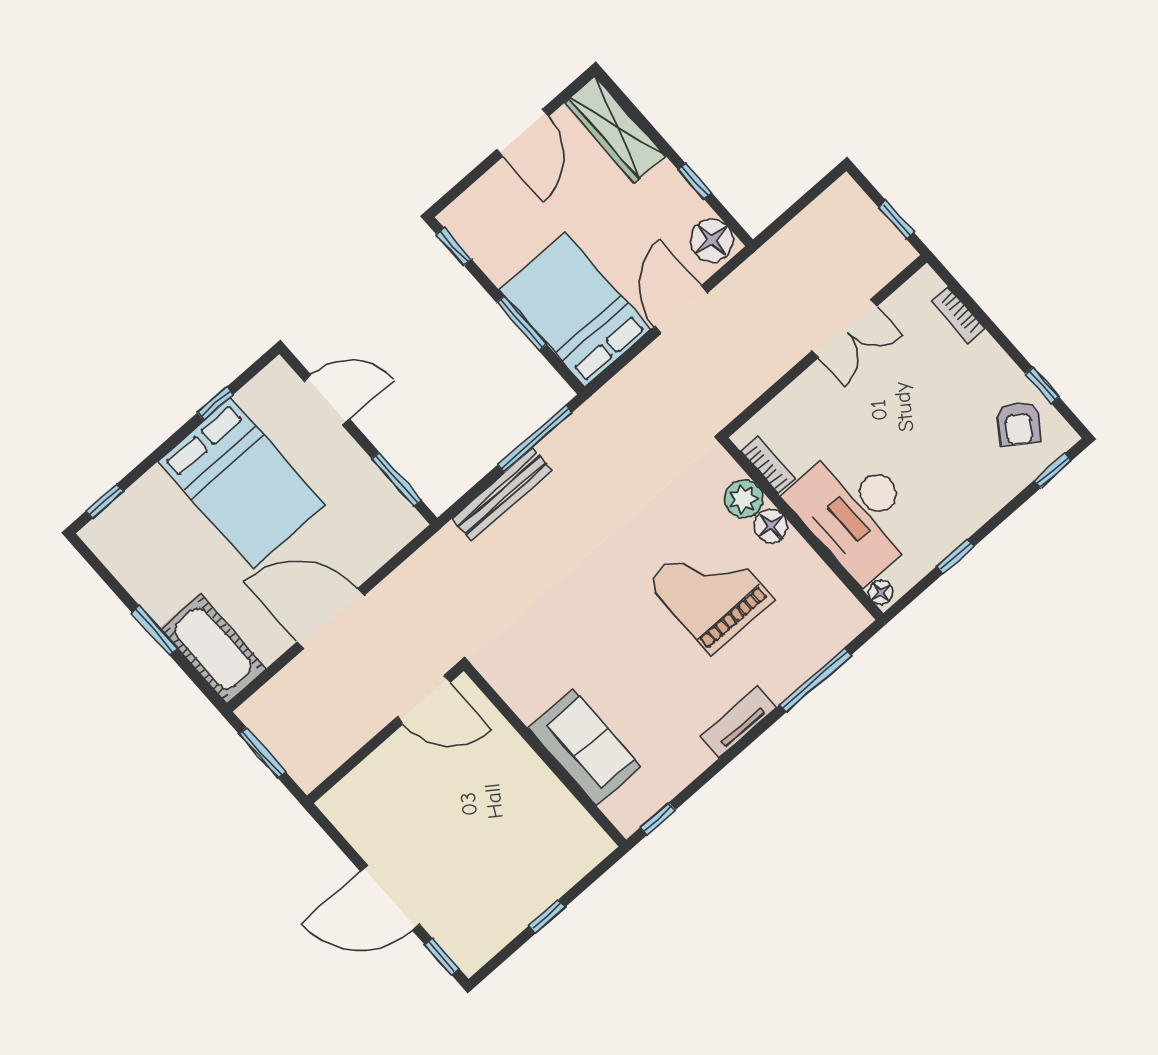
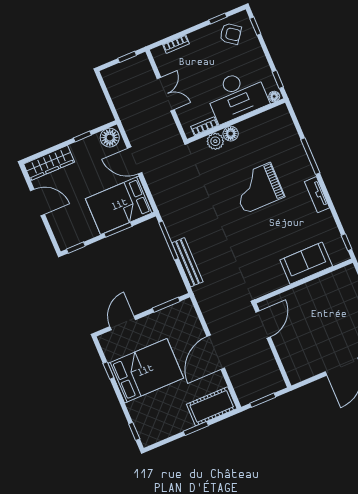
bookcase: (768, 465) -> (204, 126), moved
plant: (744, 499) -> (215, 141), moved
desk: (856, 512) -> (237, 96), moved
floor lamp: (771, 526) -> (231, 134), moved
wall: (802, 529) -> (236, 121), moved
floor lamp: (881, 592) -> (274, 96), moved

